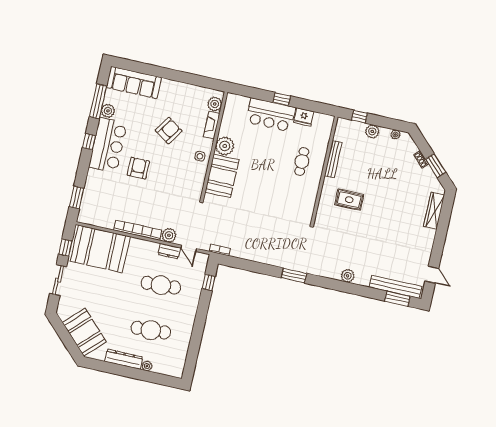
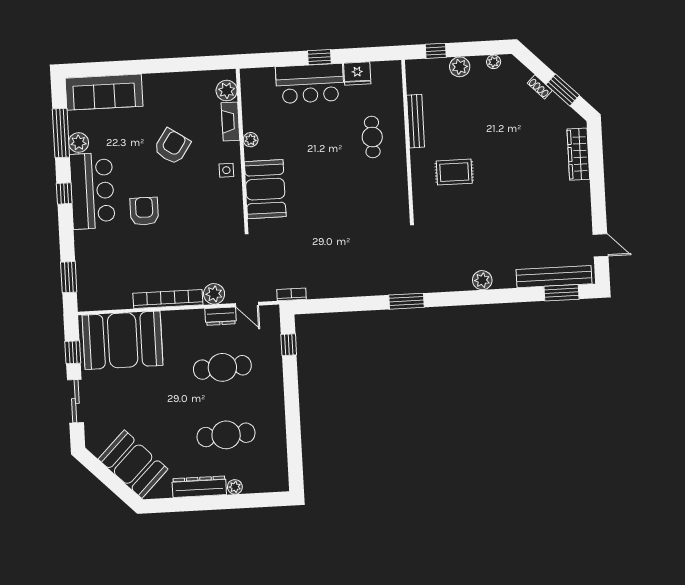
plant: (225, 146) -> (251, 140), width x0.53, depth x0.53

